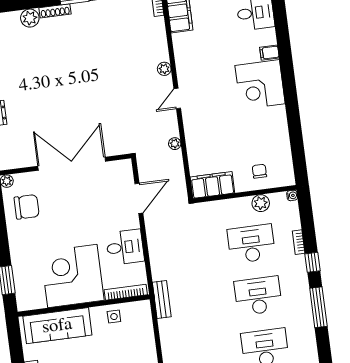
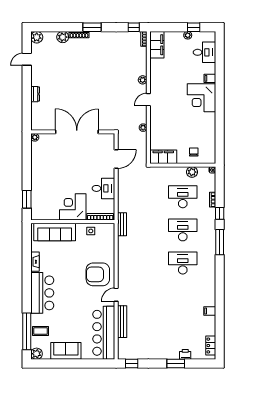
chair: (27, 207) -> (45, 155), removed
corner desk: (72, 276) -> (73, 207), width x0.74, depth x0.74

